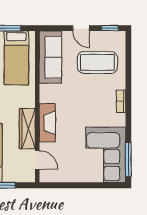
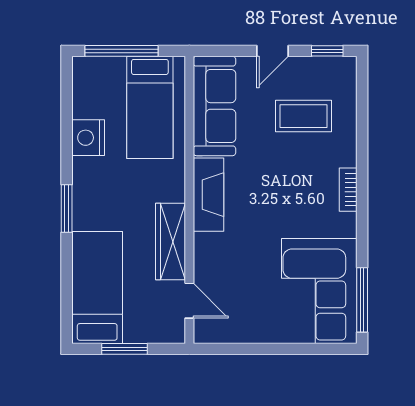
door: (81, 28) -> (273, 51), hinge flipped
coffee table: (97, 62) -> (303, 116), width x0.73, depth x0.76
fireplace: (47, 123) -> (208, 195), moved

